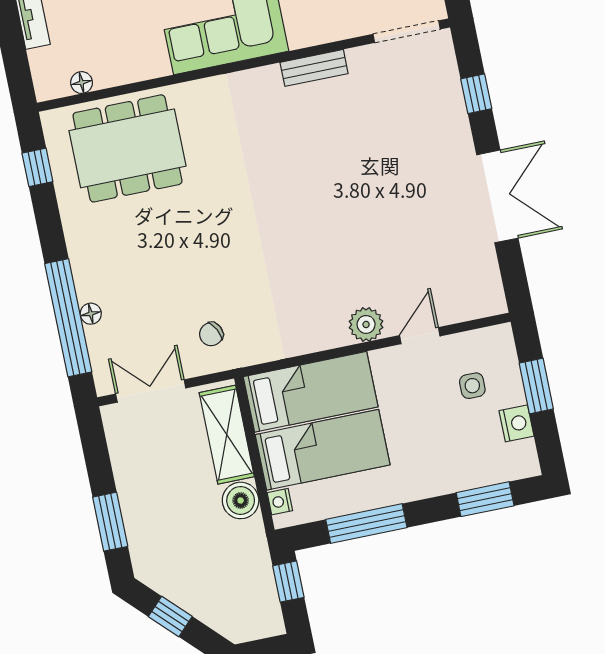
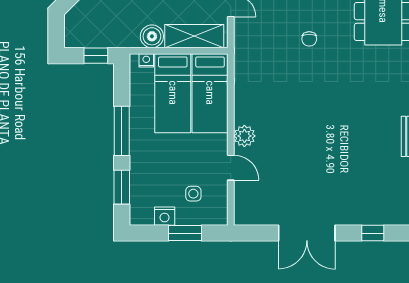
chair: (211, 334) -> (309, 39), moved, turned -153
window: (366, 524) -> (122, 131), moved

